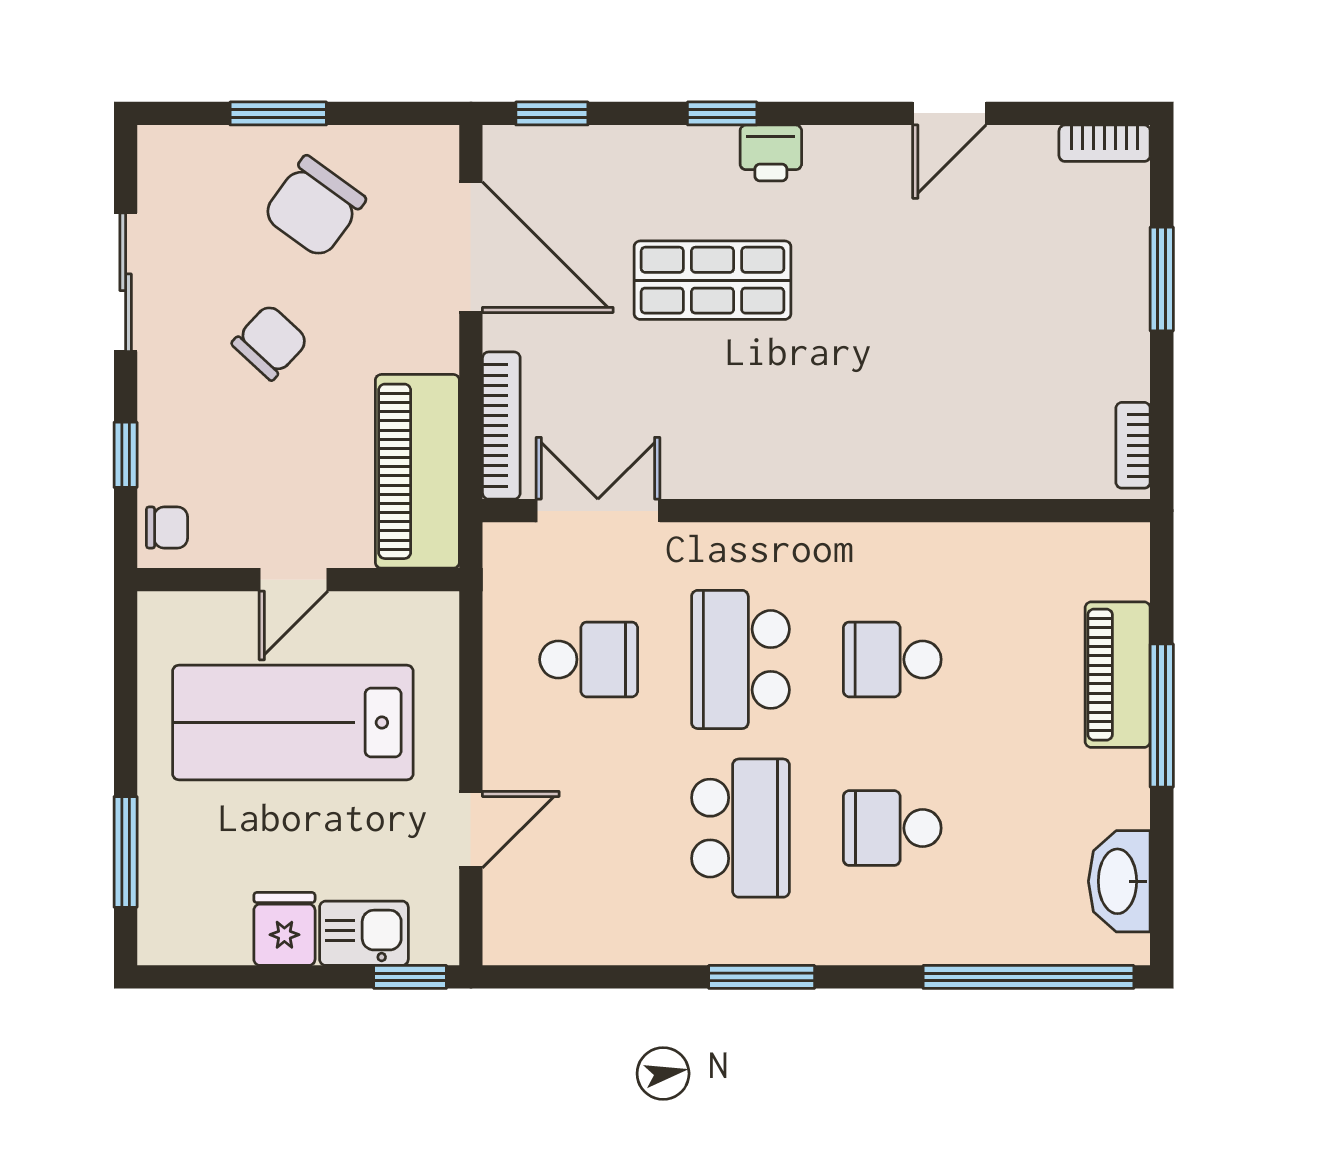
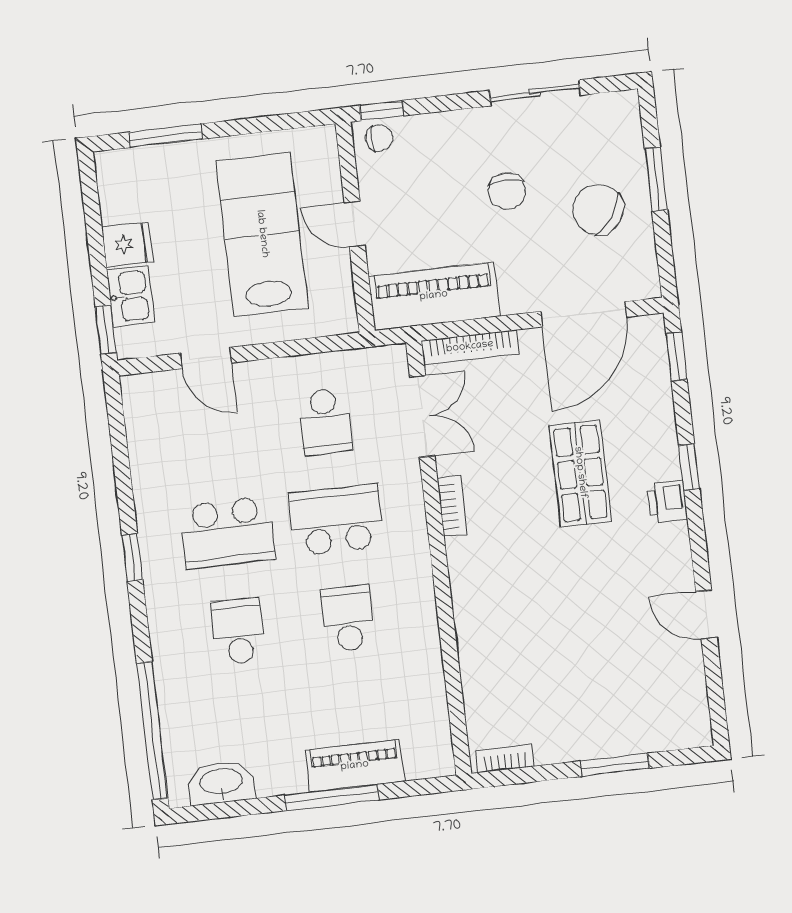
bookcase: (1105, 143) -> (452, 506), moved, turned 180
chair: (270, 342) -> (507, 191), turned 47
window: (126, 455) -> (381, 111), moved
chair: (167, 528) -> (379, 138), turned -90
window: (762, 977) -> (132, 558), width x0.67

